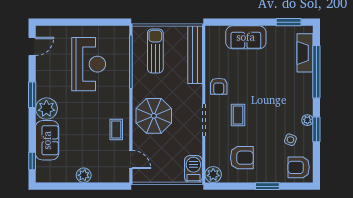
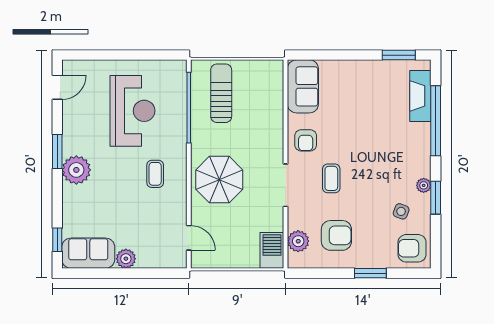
sofa: (246, 37) -> (303, 86), moved, turned -90
bench: (195, 55) -> (274, 98), removed
coffee table: (116, 130) -> (155, 174), moved
sofa: (47, 140) -> (88, 253), moved, turned -90
plant: (213, 174) -> (298, 241), moved

